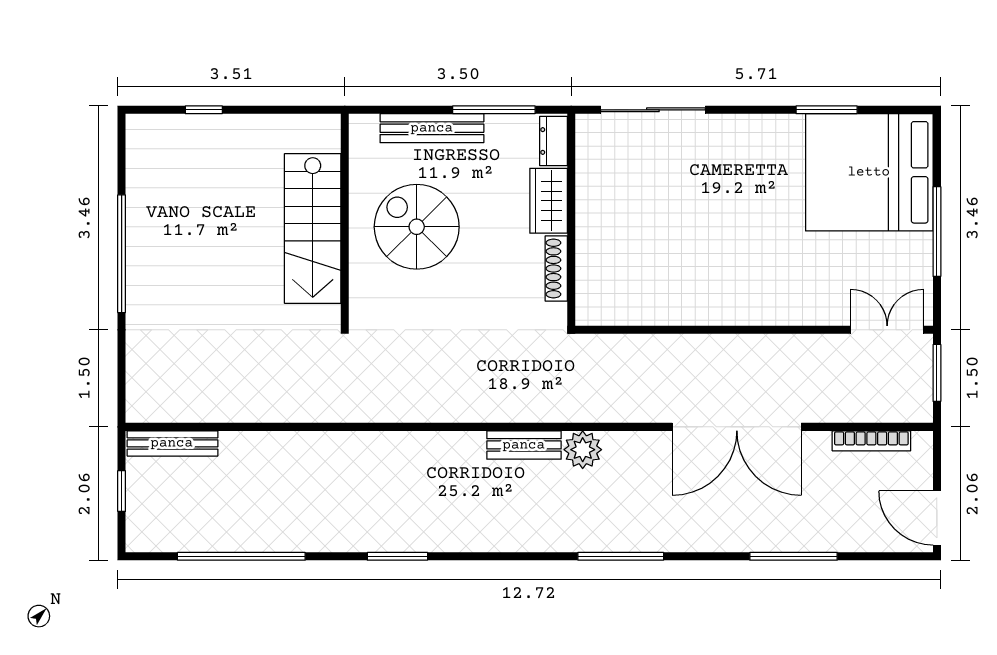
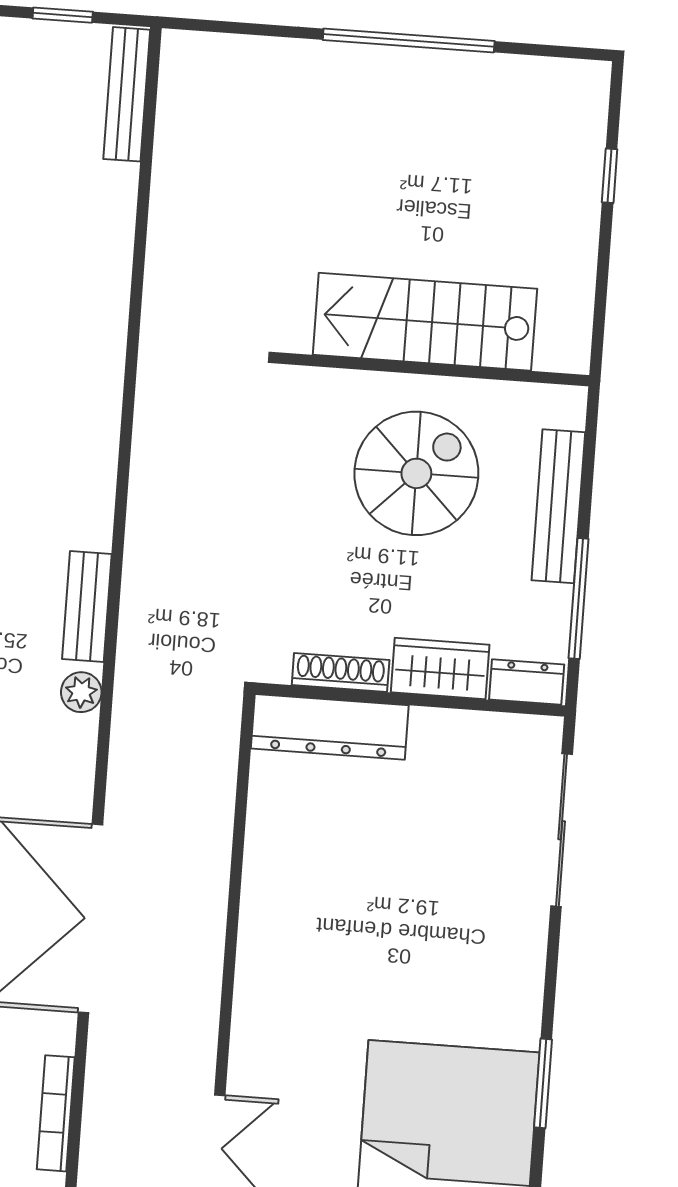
dresser: (594, 273) -> (330, 727), added
plant: (583, 450) -> (81, 692), width x0.73, depth x0.73

